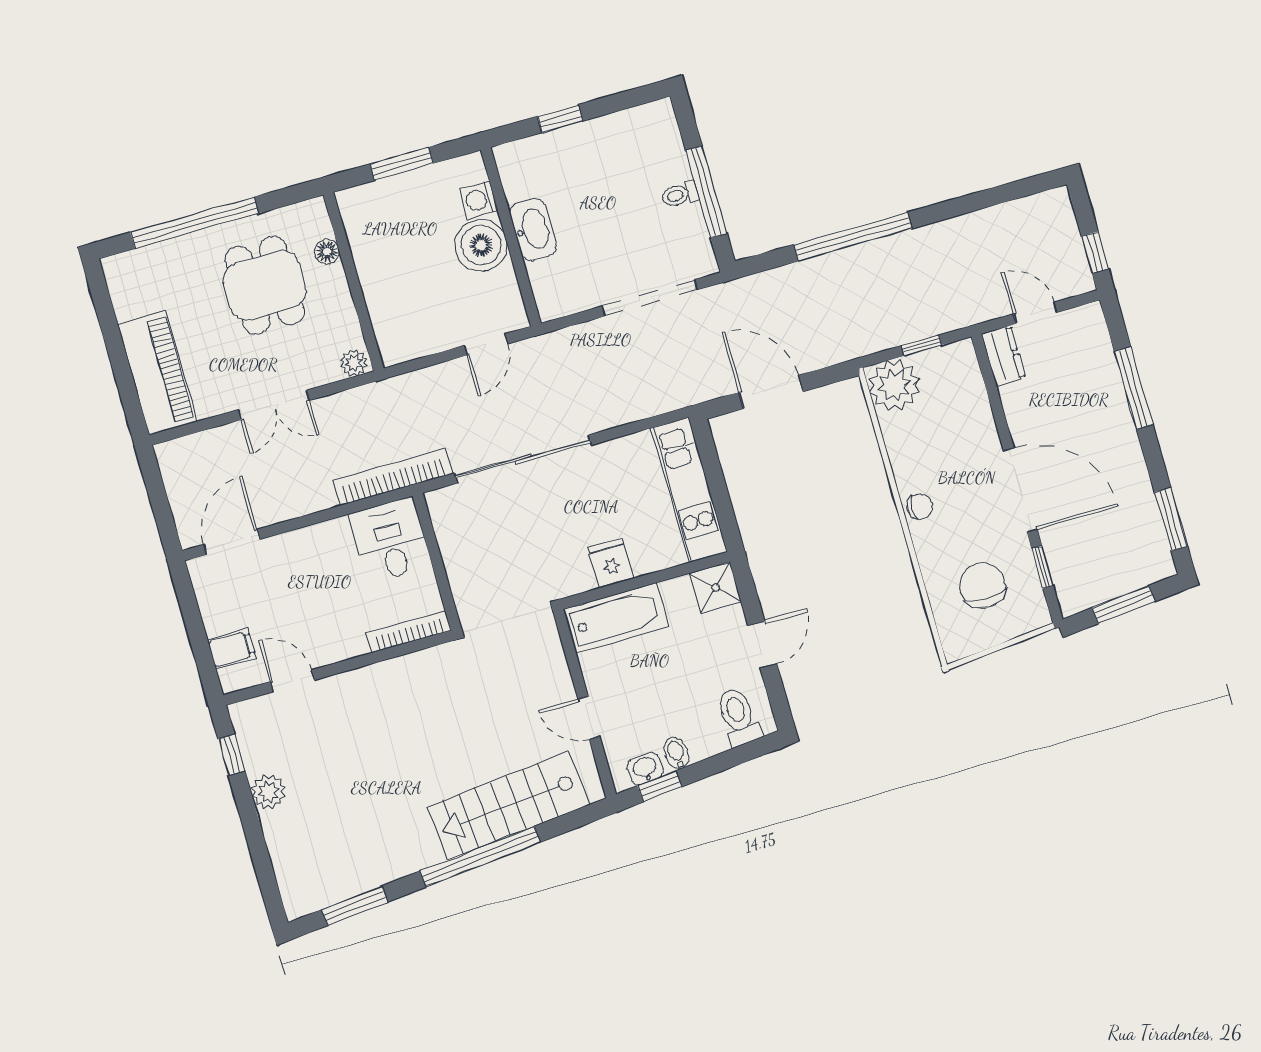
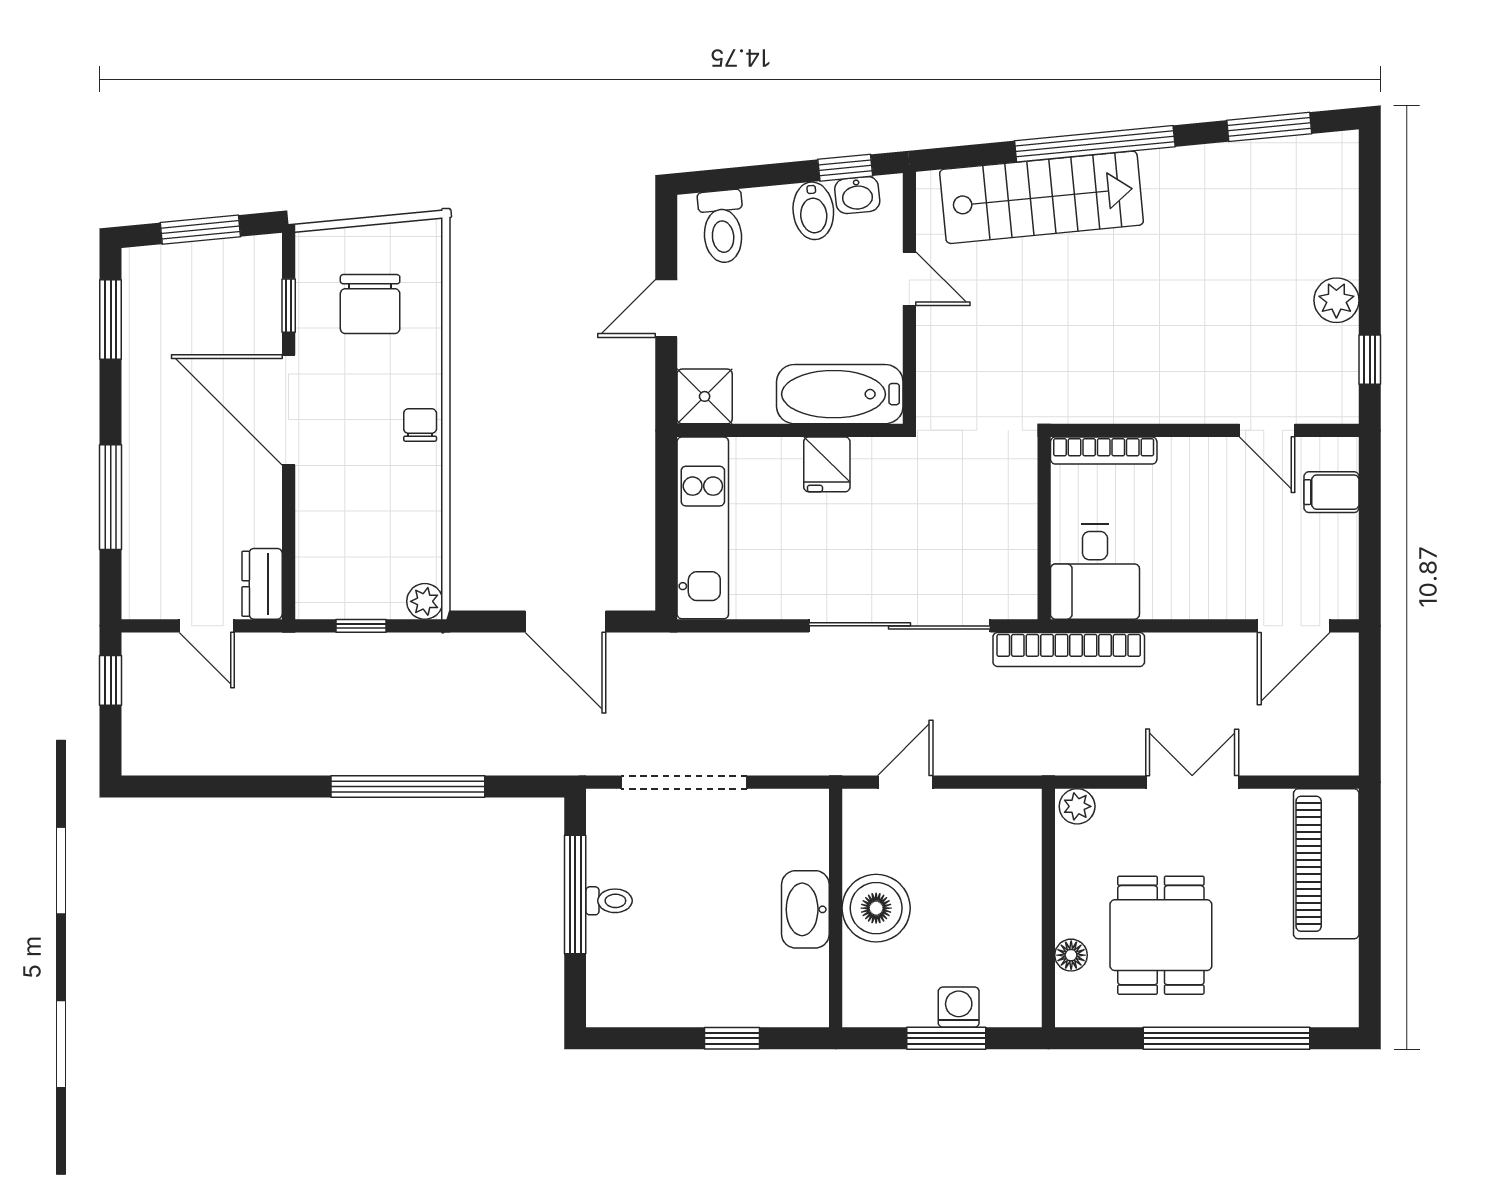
washing machine: (479, 200) -> (959, 1007), moved, turned -90
plant: (894, 385) -> (425, 601), width x0.53, depth x0.53
chair: (920, 507) -> (420, 425), turned 90
bidet: (676, 753) -> (813, 211), width x1.38, depth x1.36

